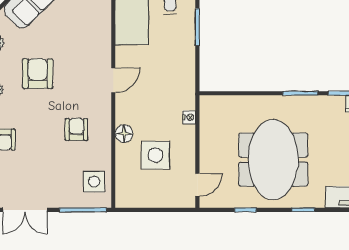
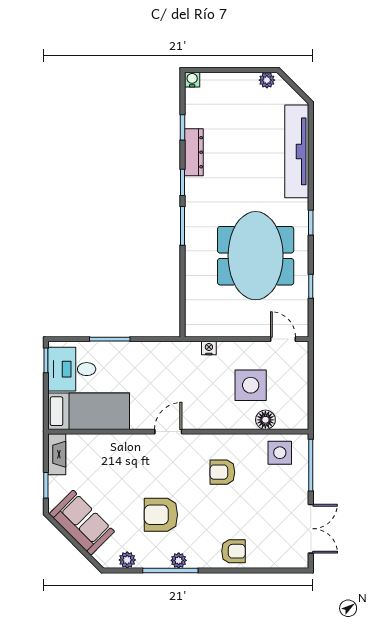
door: (113, 80) -> (168, 432), hinge flipped
floor lamp: (124, 134) -> (265, 420), moved
meeting table: (273, 160) -> (256, 256), turned 90

